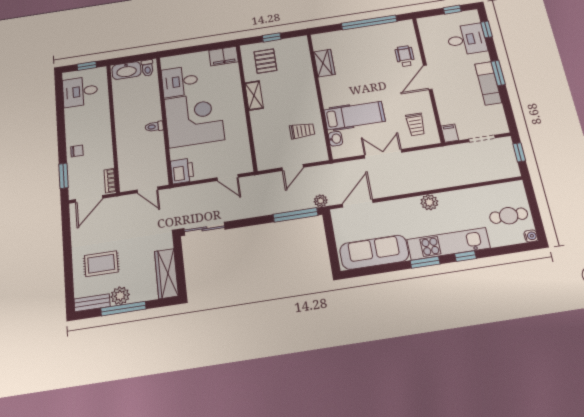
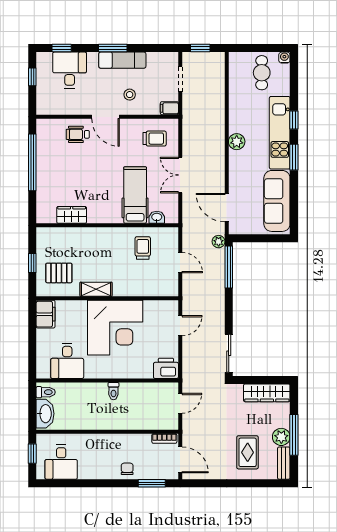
stool: (455, 95) -> (130, 95), added
corner desk: (194, 119) -> (115, 328), moved, turned 180

